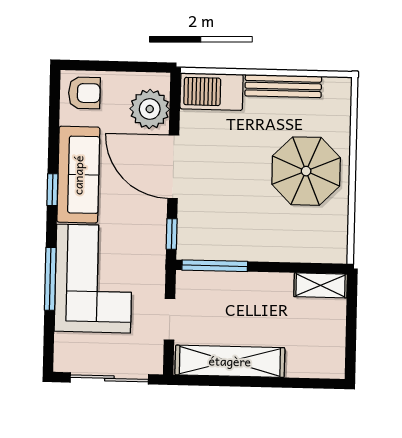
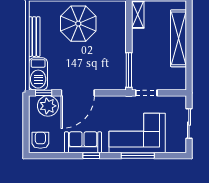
sofa: (78, 175) -> (83, 142), width x0.73
window: (172, 234) -> (44, 93), moved
doorway: (170, 319) -> (146, 93), moved
shelving: (230, 361) -> (178, 38), moved
sliding door: (109, 378) -> (189, 124), width x0.73

